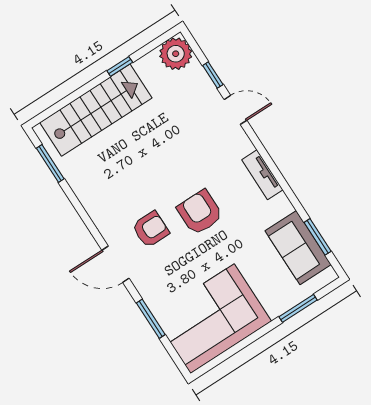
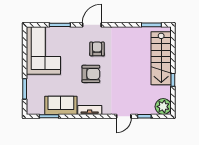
armchair: (151, 229) -> (97, 49), turned 180
sofa: (298, 248) -> (61, 105), moved

